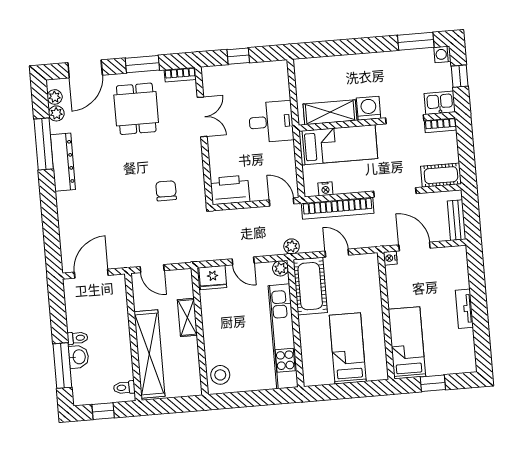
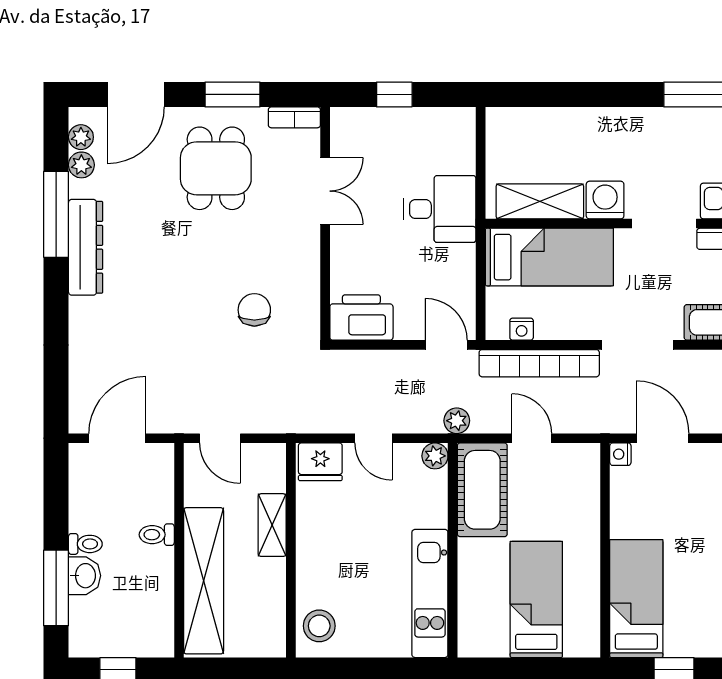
kitchen unit: (283, 336) -> (430, 593), width x0.73
toilet: (124, 388) -> (157, 535), moved

